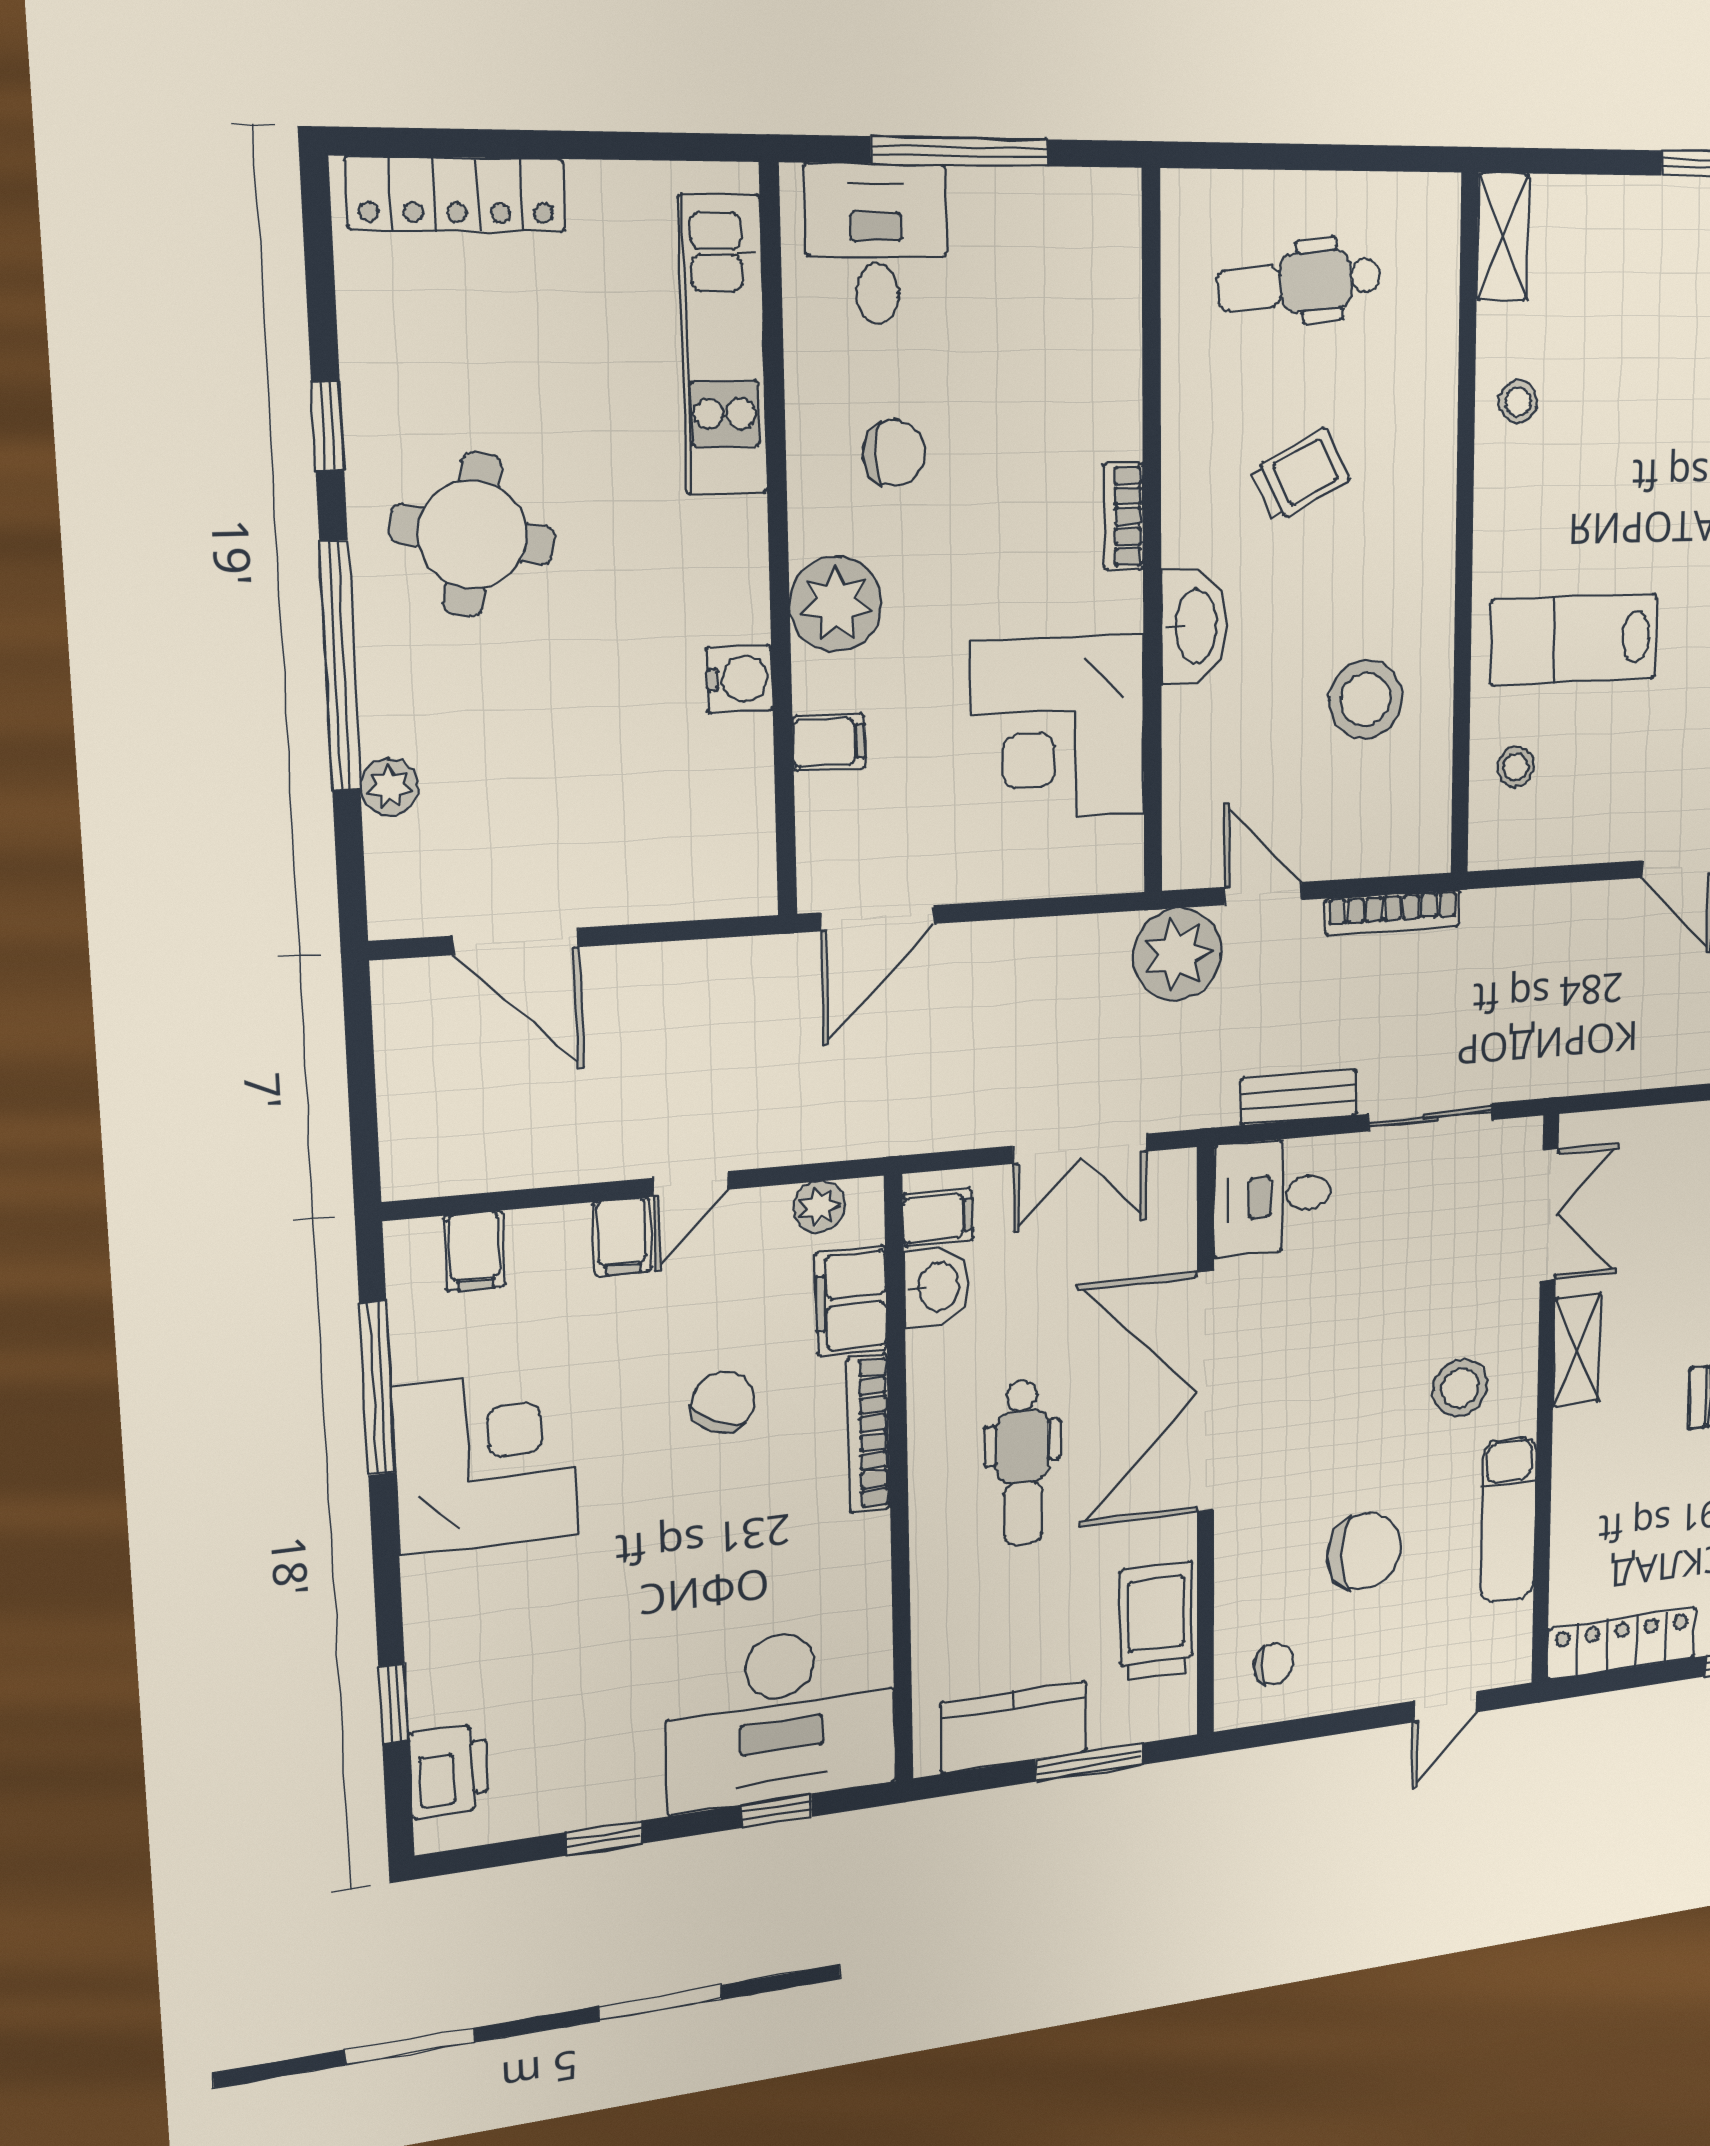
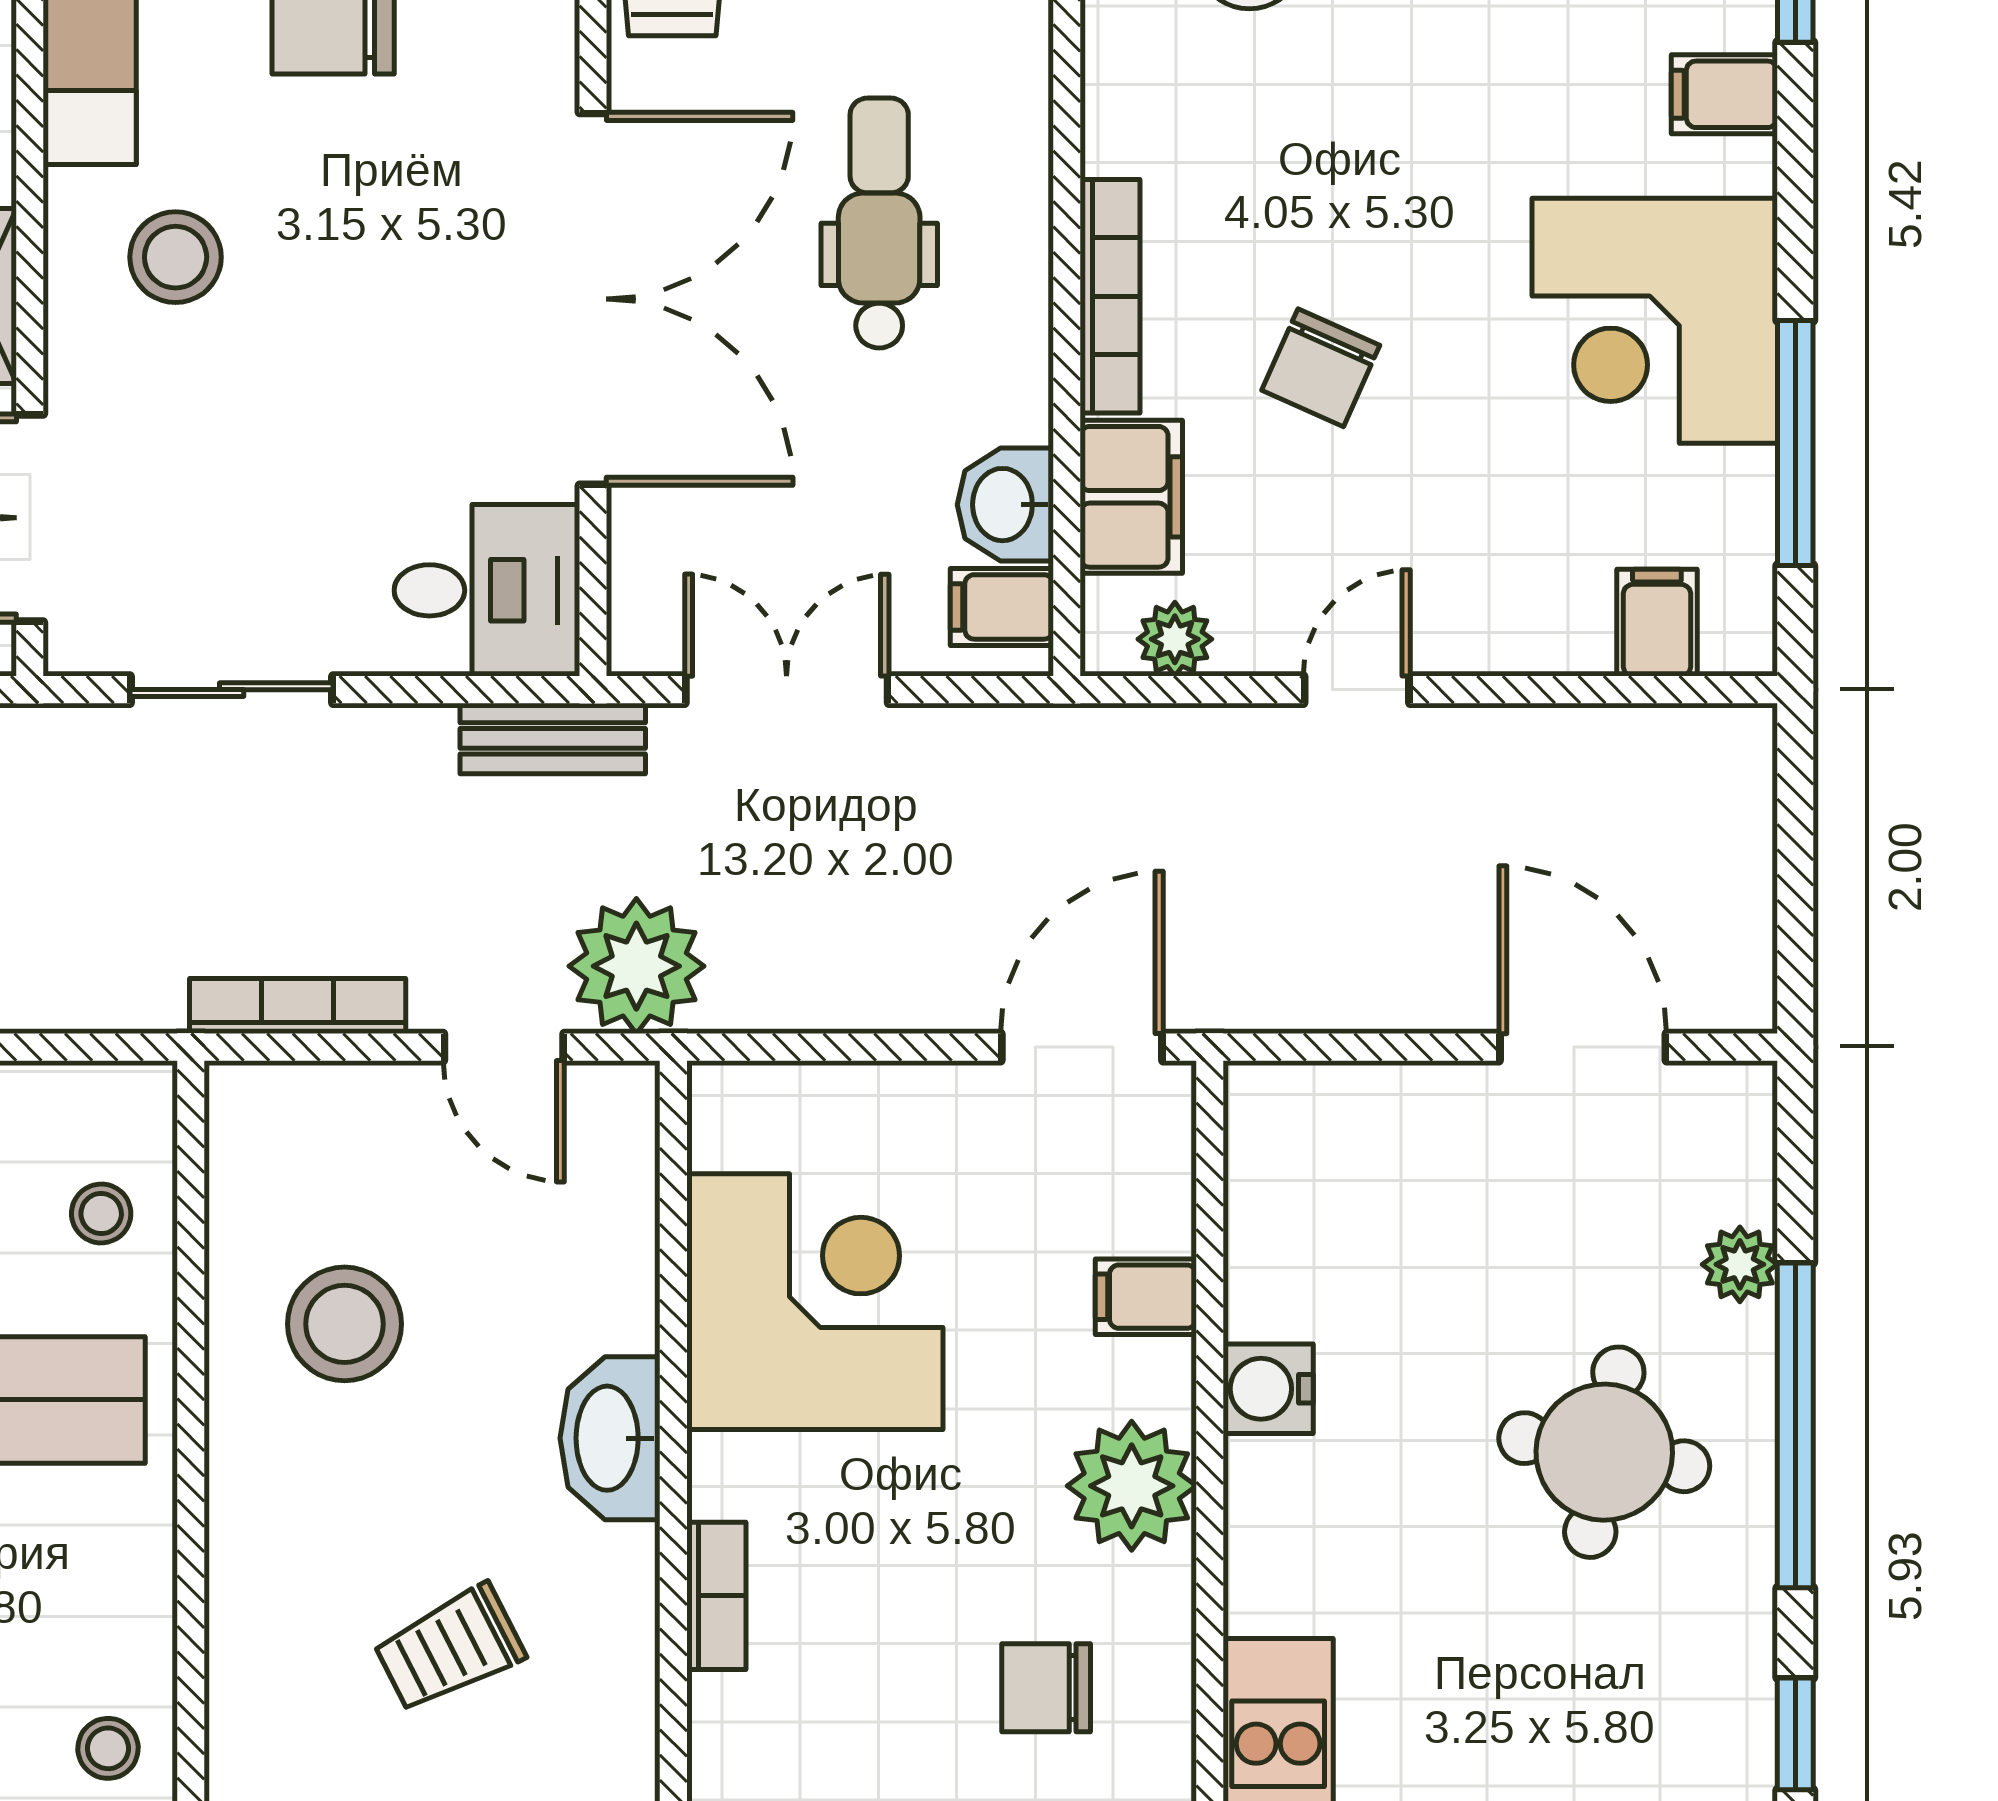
round table: (472, 535) -> (1604, 1452), moved
bench: (1299, 1097) -> (553, 738), moved
filing cabinet: (622, 1237) -> (1724, 94), moved, turned -90

